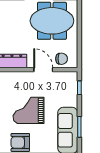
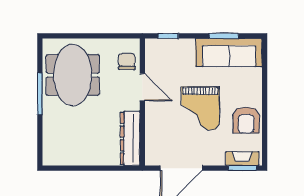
door: (43, 70) -> (142, 87), swing flipped

